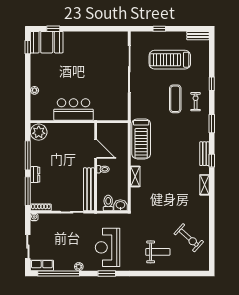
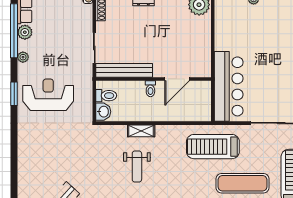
exercise mat: (175, 99) -> (242, 183), width x1.36, depth x1.45
bar counter: (74, 109) -> (229, 86), moved, width x1.36
treadmill: (141, 139) -> (213, 147), moved
weight bench: (158, 252) -> (137, 166), moved
plant: (60, 265) -> (25, 32), added

